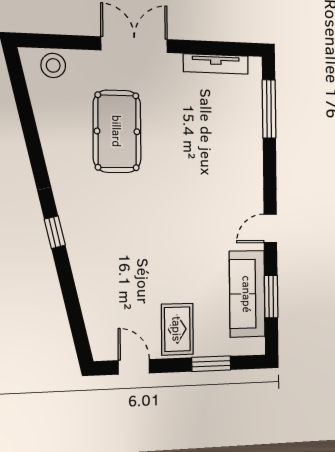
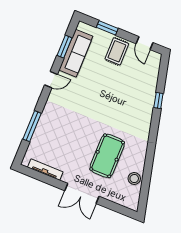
stool: (53, 65) -> (134, 179), moved
window: (269, 109) -> (32, 126), moved
window: (55, 232) -> (158, 100), moved

